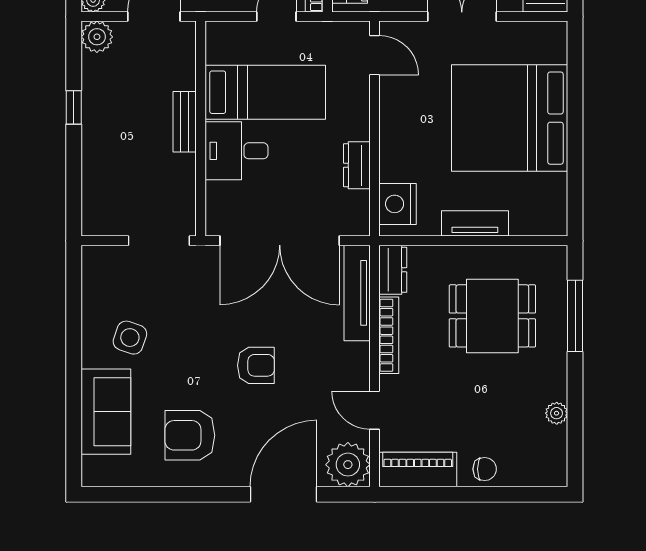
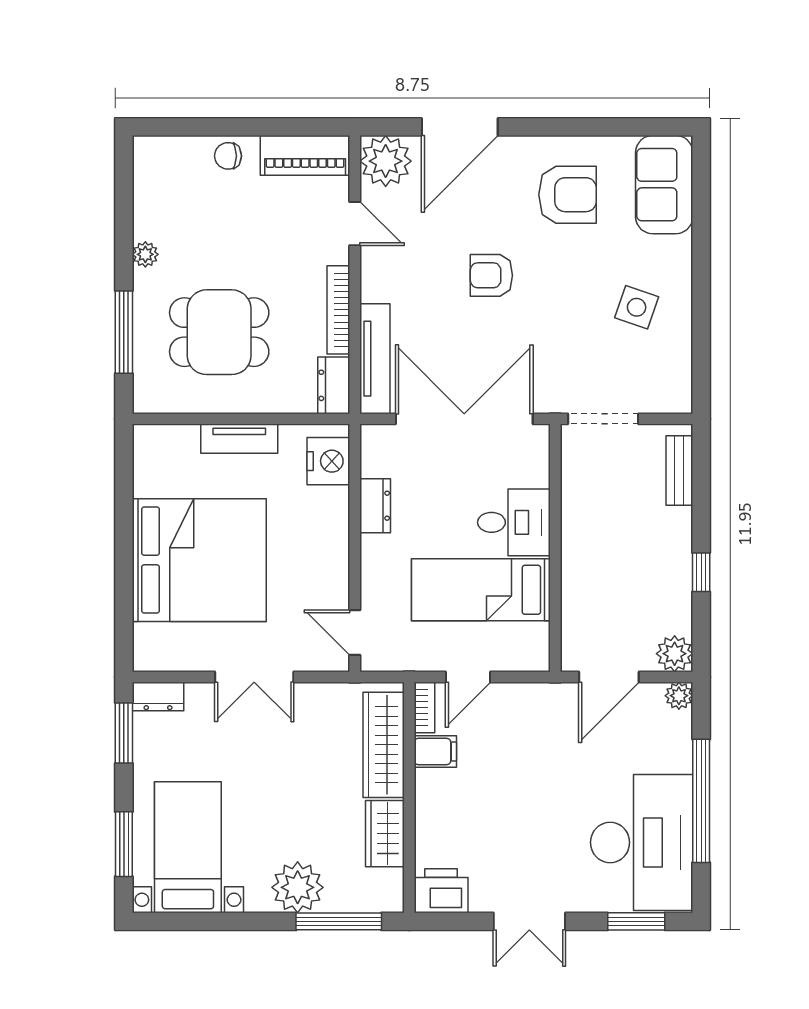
bench: (185, 122) -> (679, 470), moved
sofa: (106, 412) -> (664, 185), moved
plant: (557, 413) -> (145, 254), moved

